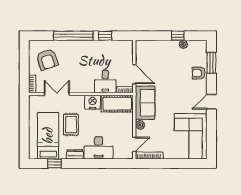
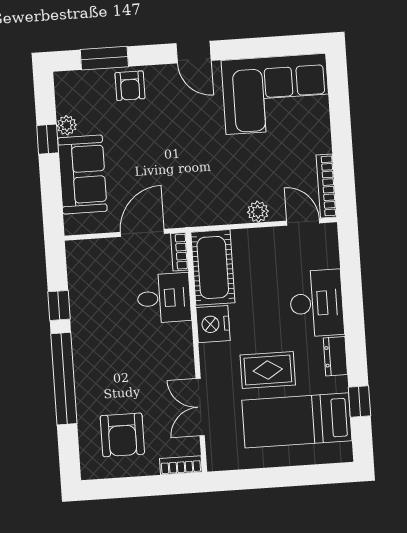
armchair: (47, 59) -> (122, 435), turned 109
sofa: (145, 103) -> (82, 175), moved, turned 90

